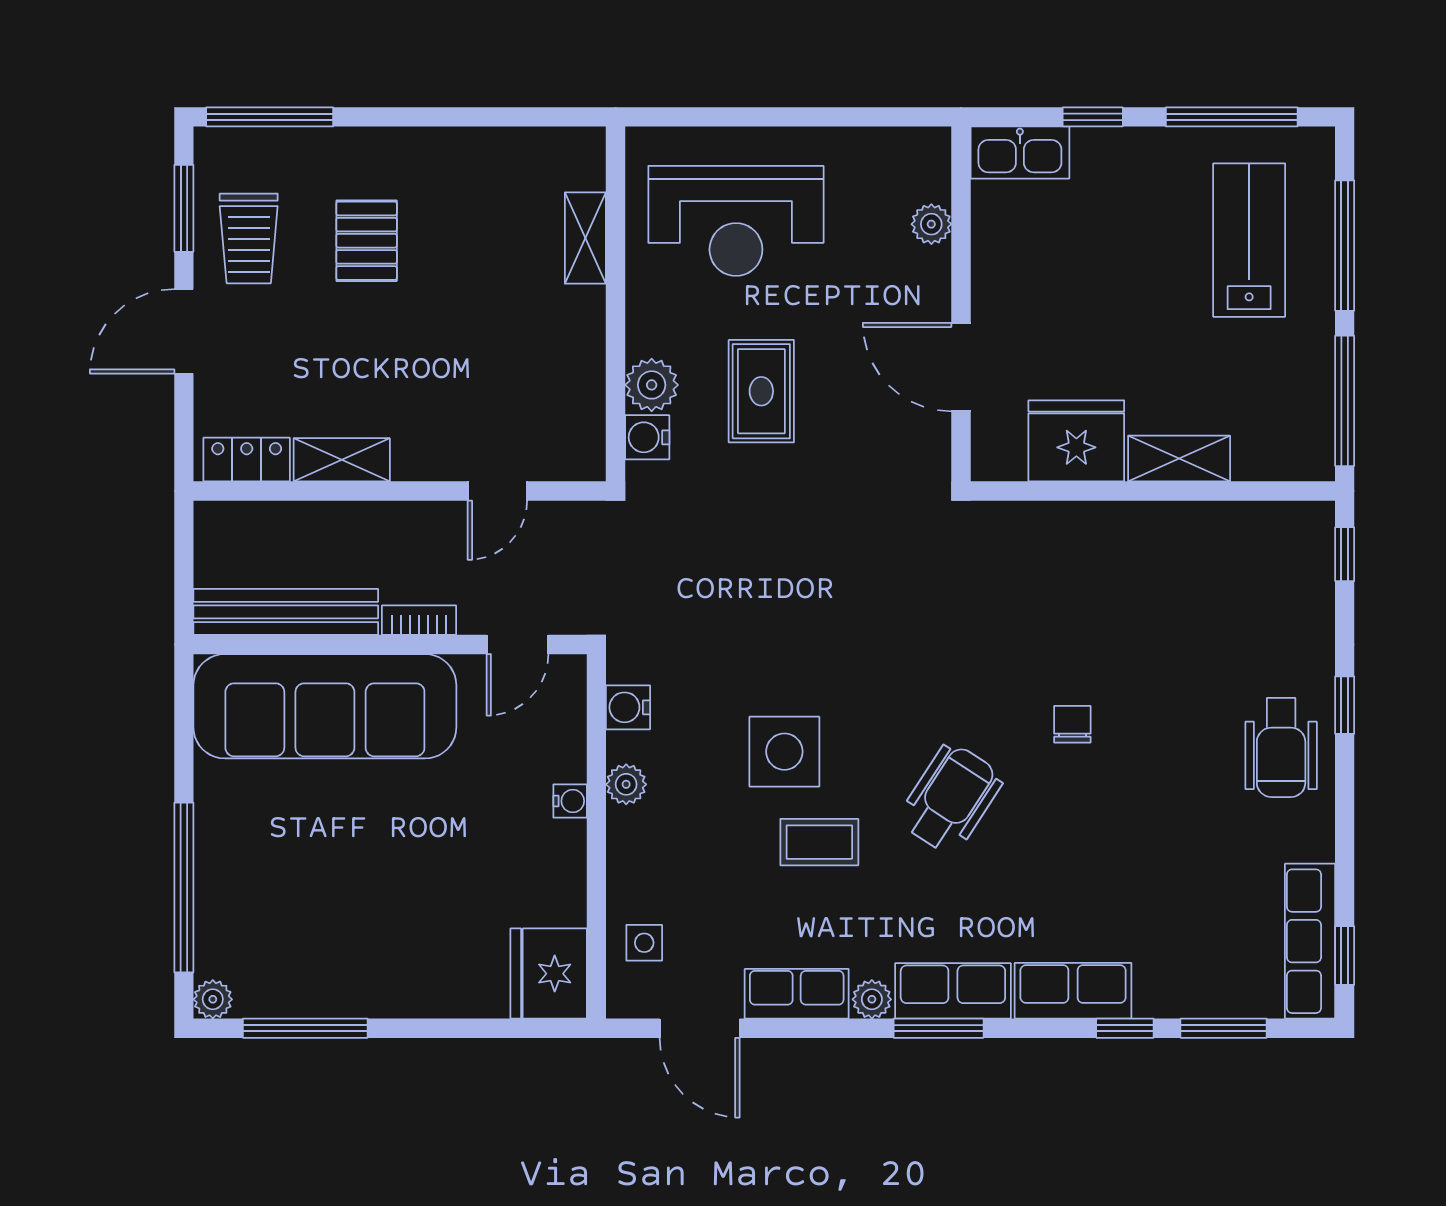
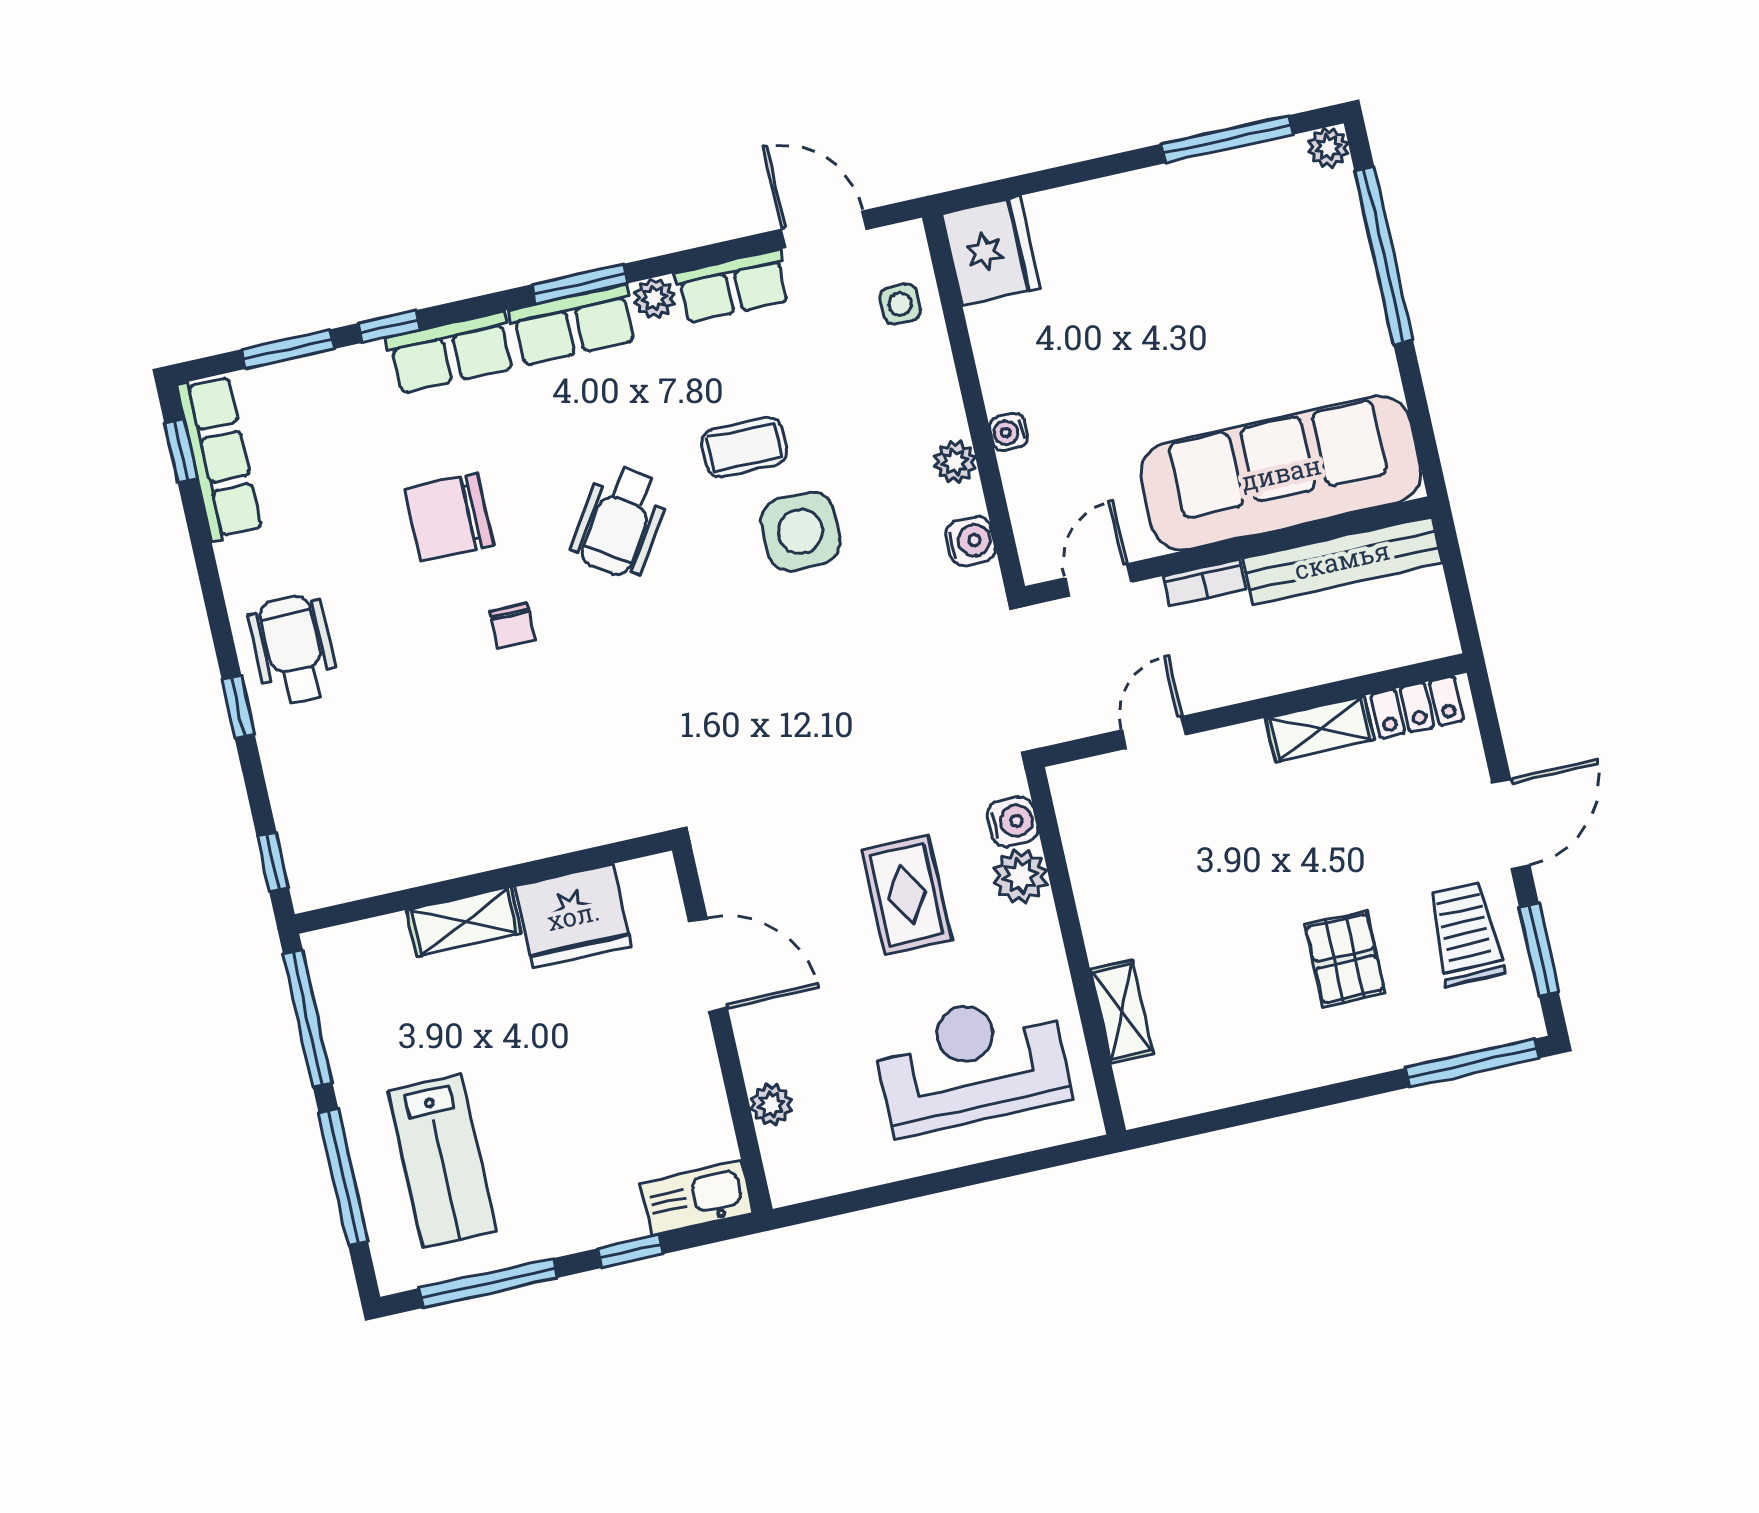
chair: (1109, 838) -> (449, 517), added

